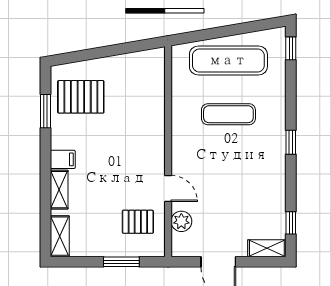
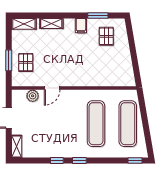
pallet: (81, 97) -> (106, 36), width x0.67, depth x0.71
exercise mat: (228, 114) -> (96, 124), width x1.36, depth x1.45
filing cabinet: (63, 159) -> (81, 26), moved
pallet: (138, 222) -> (26, 62), moved
window: (291, 223) -> (57, 161), moved

